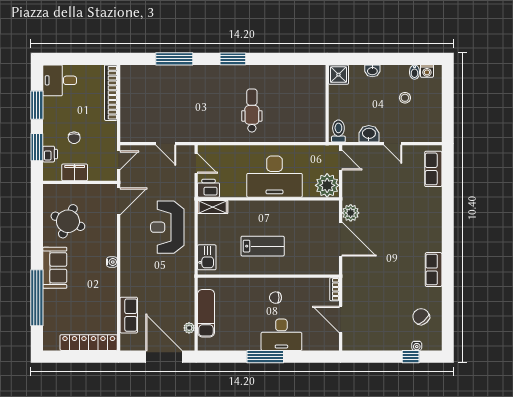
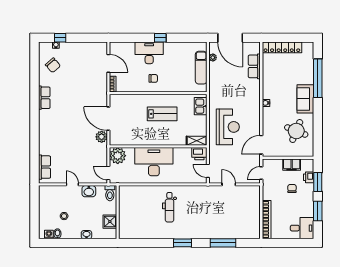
shower: (338, 75) -> (110, 222), moved
lab bench: (263, 246) -> (162, 114), turned 180
window: (265, 357) -> (160, 38), width x0.46

